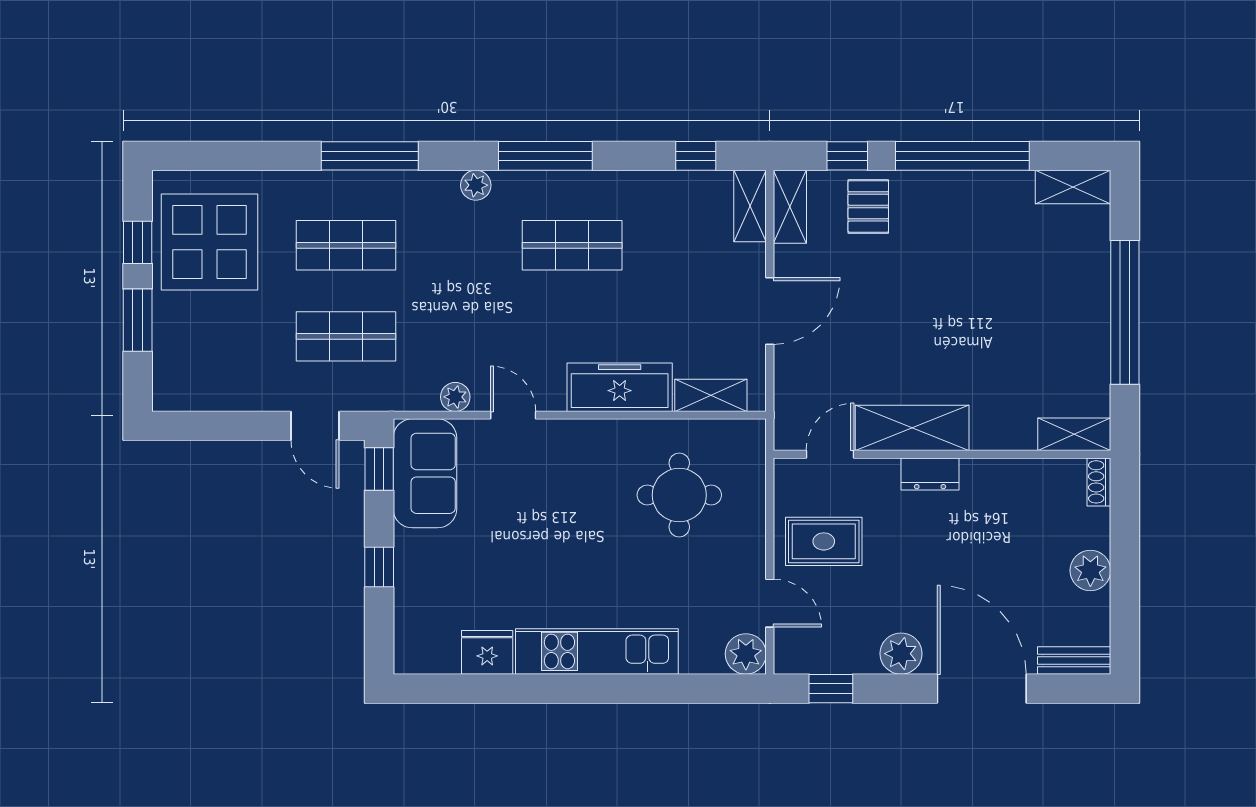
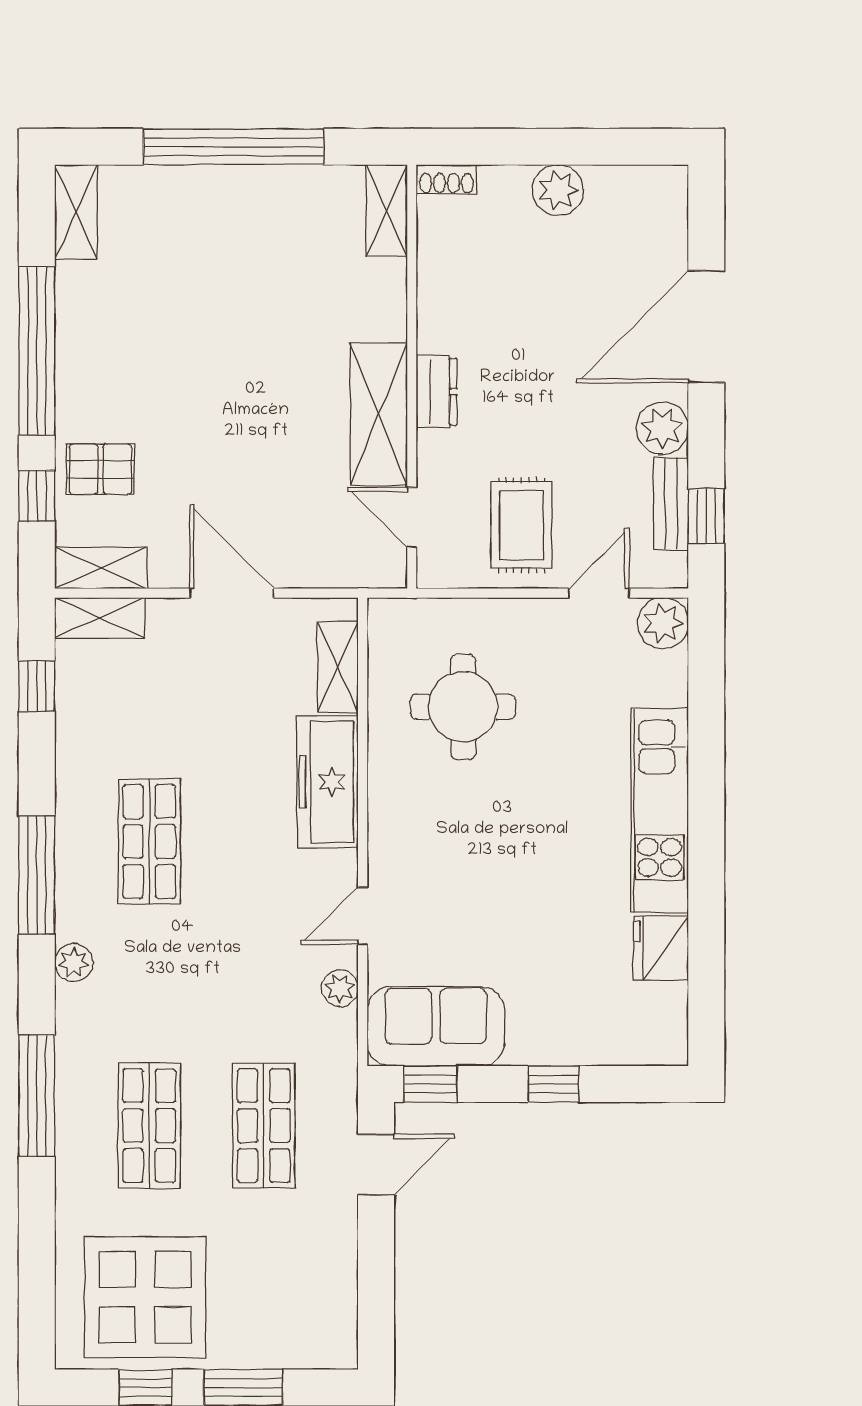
bench: (1074, 660) -> (671, 504), moved

